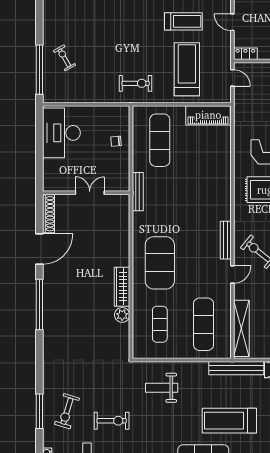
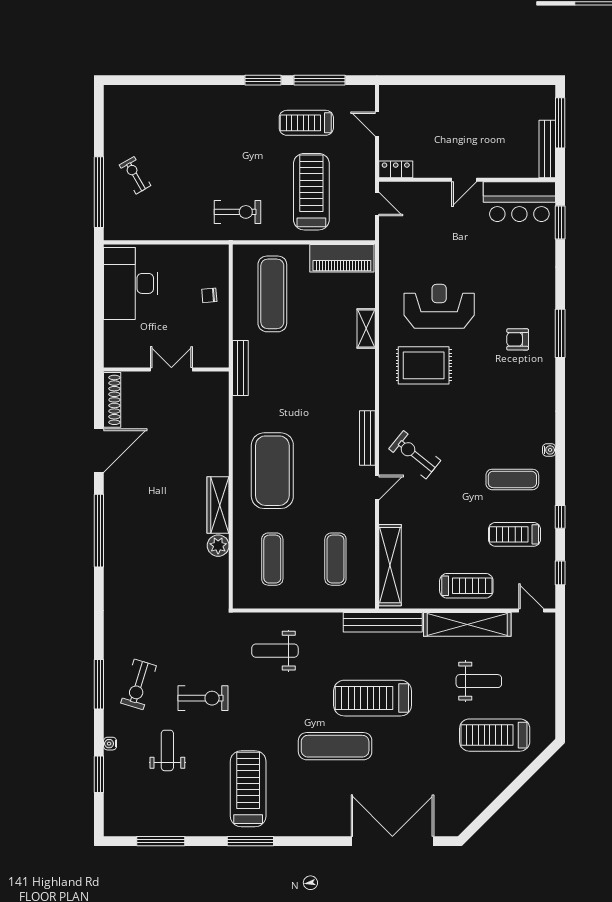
treadmill: (183, 21) -> (306, 123), turned 180
shelving: (225, 164) -> (366, 328), added
exercise mat: (204, 324) -> (335, 559), width x0.73, depth x0.69

